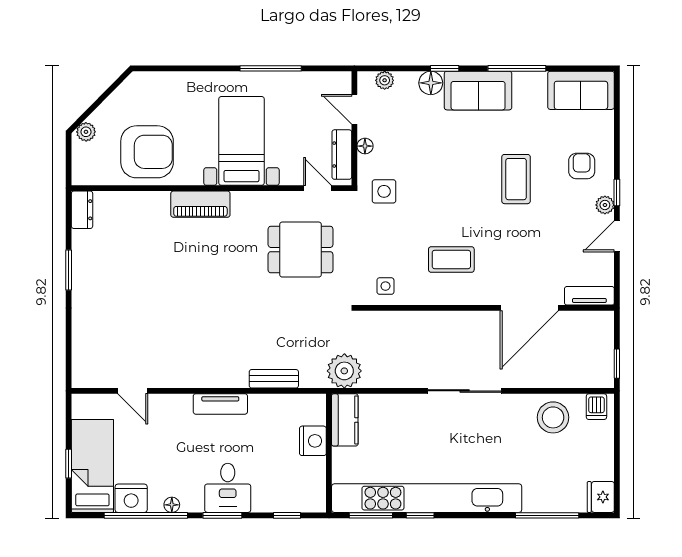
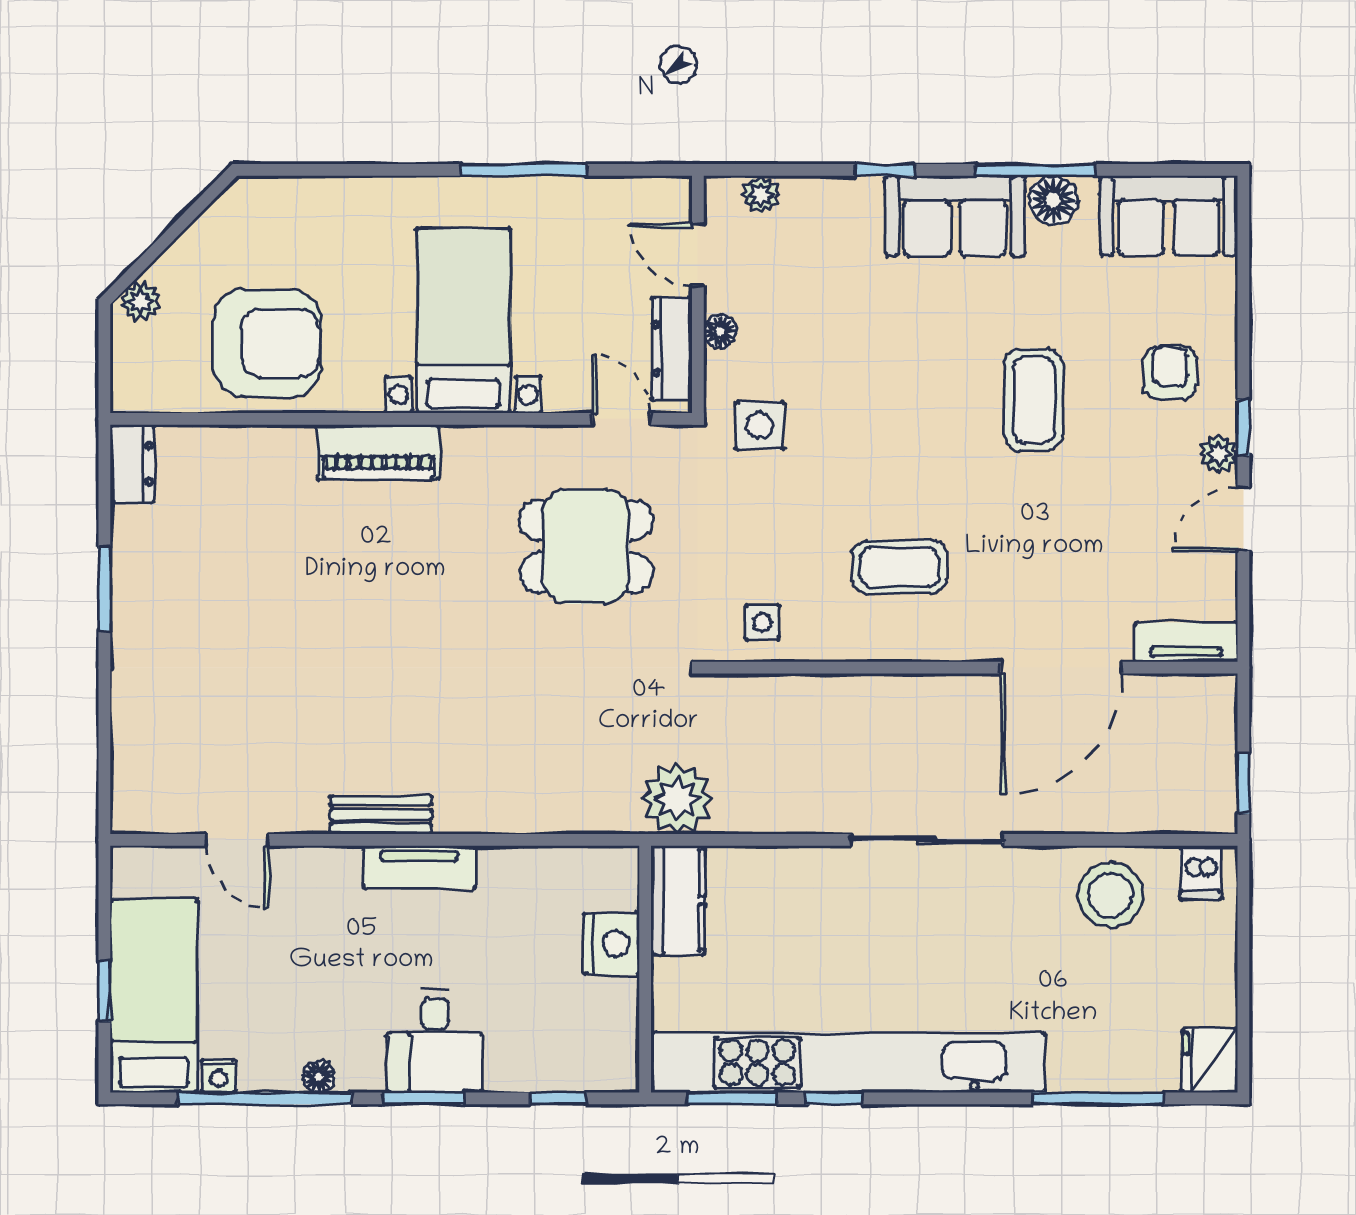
floor lamp: (431, 83) -> (1053, 200), moved
bench: (274, 379) -> (381, 815), moved
nightstand: (131, 498) -> (219, 1076), width x0.53, depth x0.56

